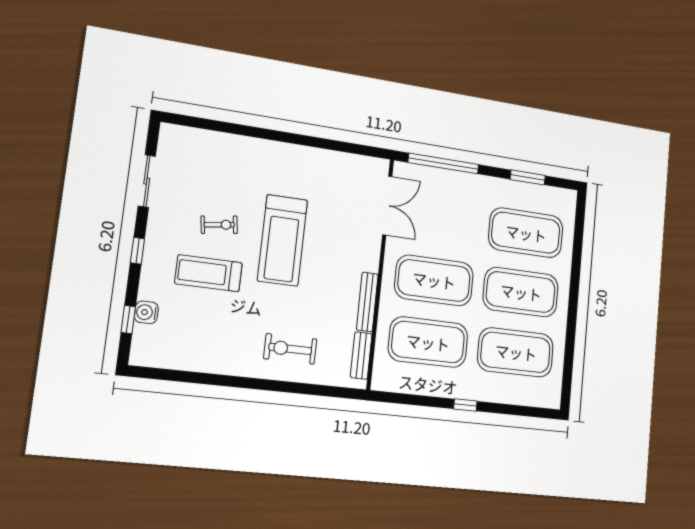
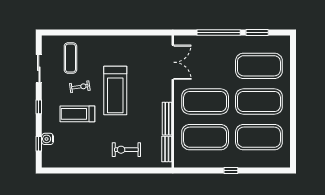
window: (444, 163) -> (219, 32), moved
exercise mat: (208, 171) -> (70, 58), added

